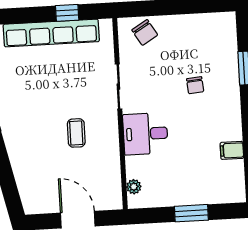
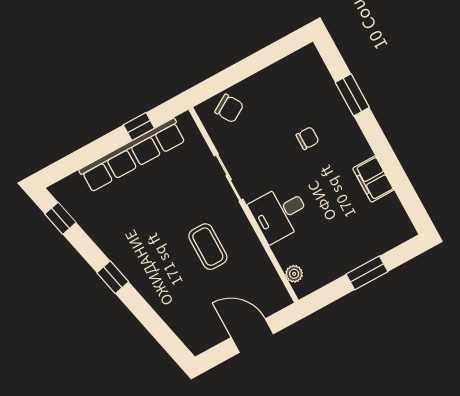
chair: (195, 85) -> (307, 138), turned -85
coffee table: (76, 133) -> (208, 247), width x1.36, depth x1.30
filing cabinet: (232, 150) -> (373, 179), width x2.00

